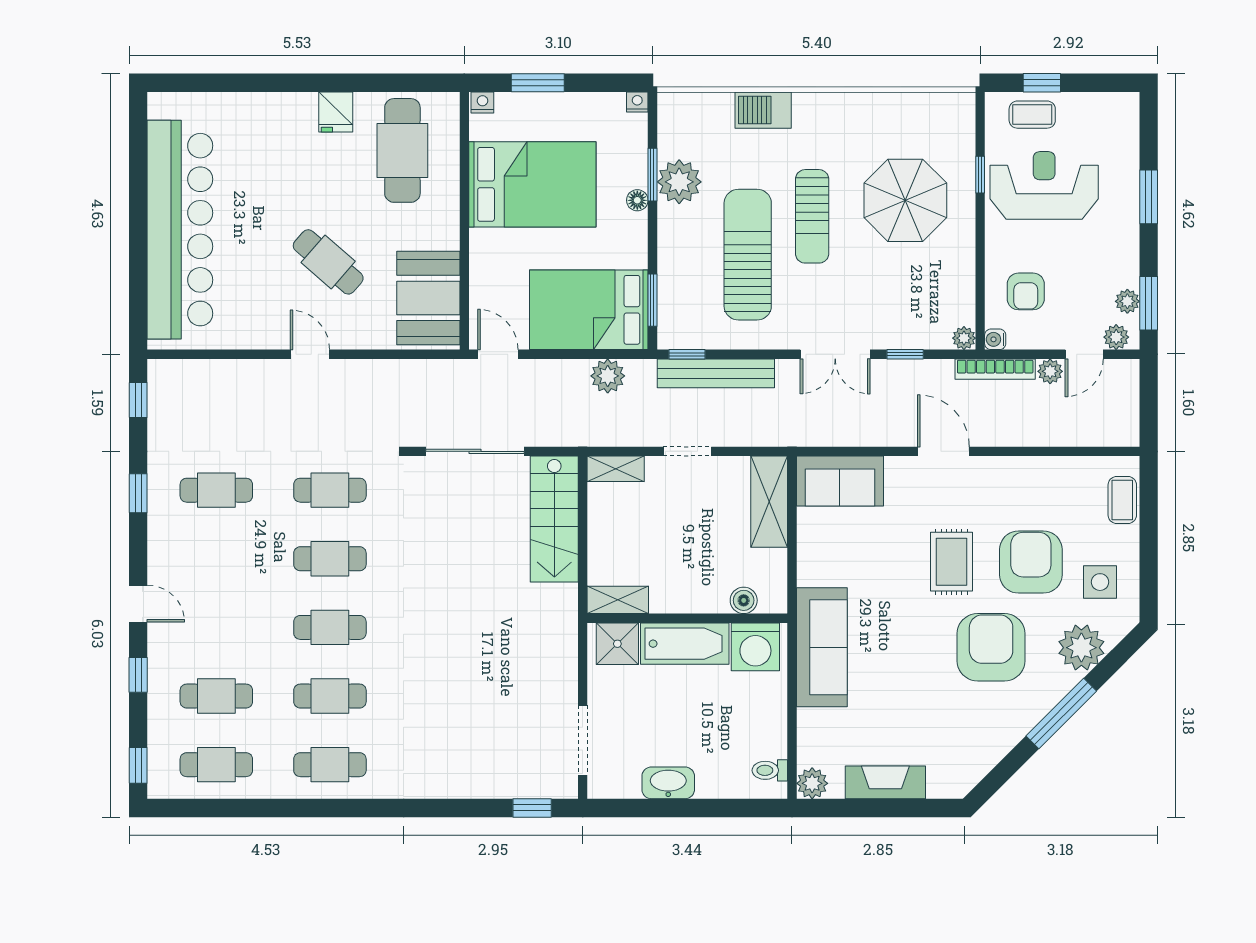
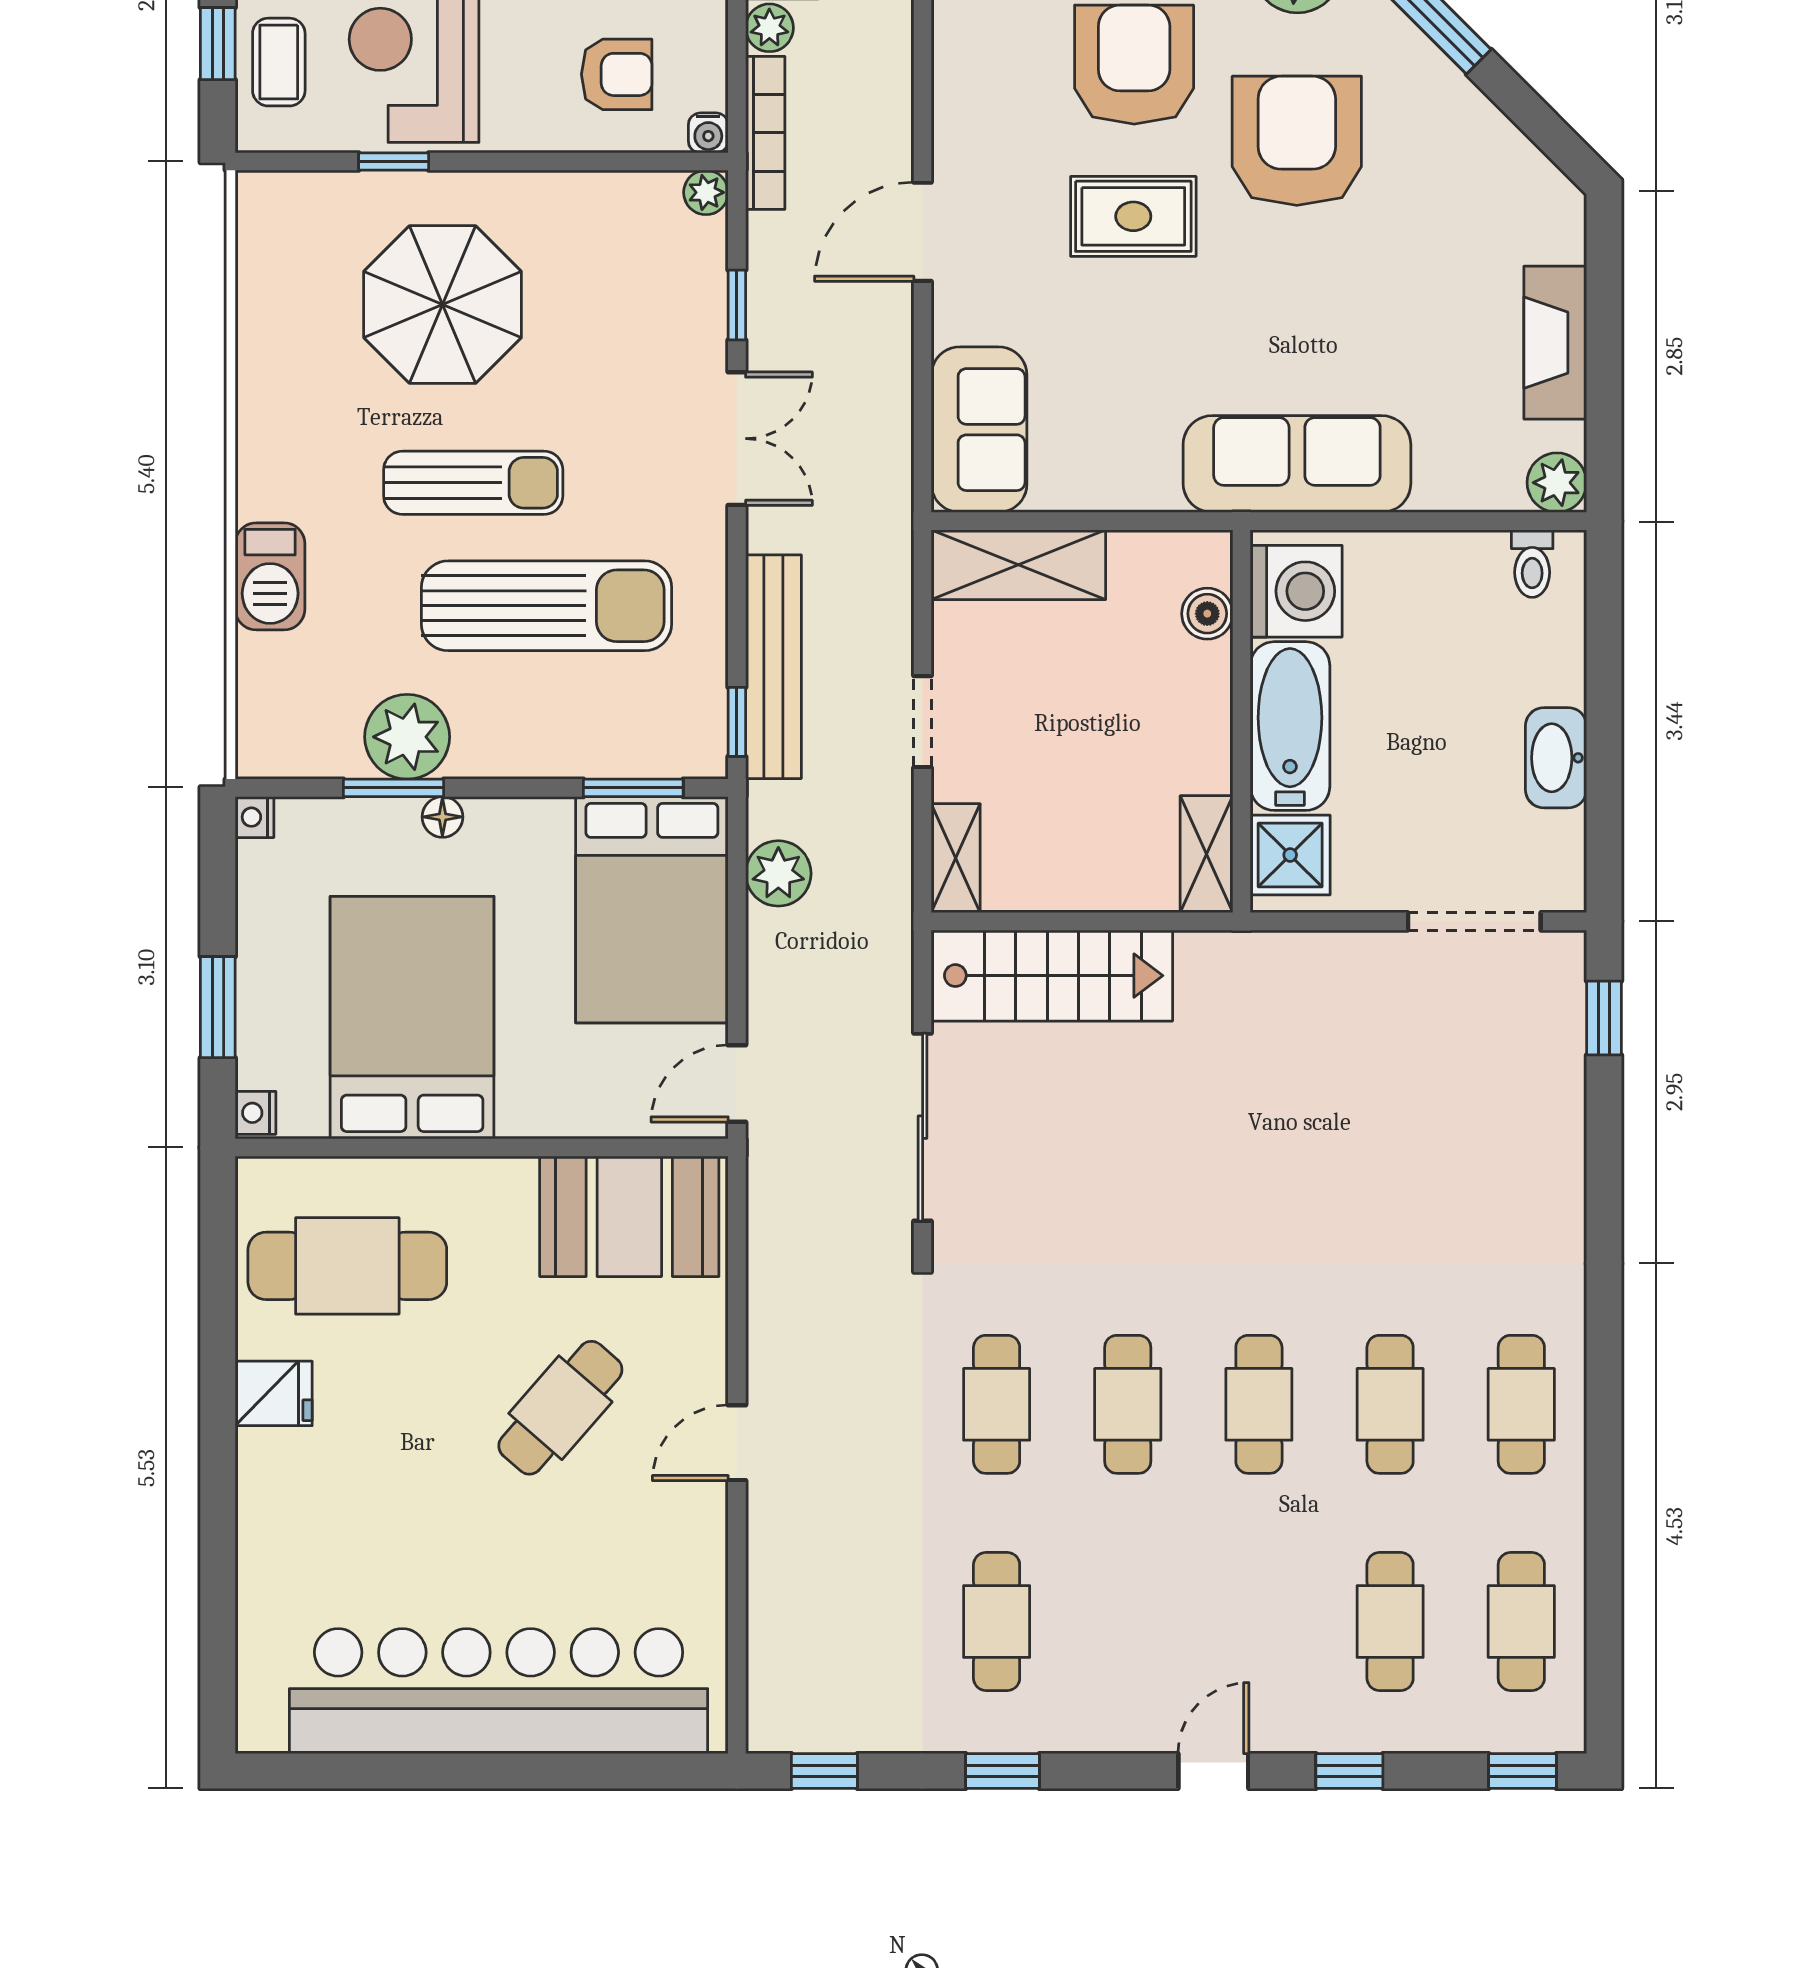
sun lounger: (748, 255) -> (546, 606), turned 180
armchair: (1031, 562) -> (1134, 65), turned 90
armchair: (991, 647) -> (1297, 141), turned 90

